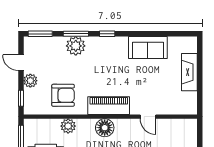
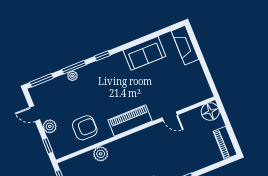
plant: (76, 46) -> (73, 76), width x0.53, depth x0.53
fireplace: (189, 72) -> (185, 45), moved
floor lamp: (105, 128) -> (210, 112), moved

